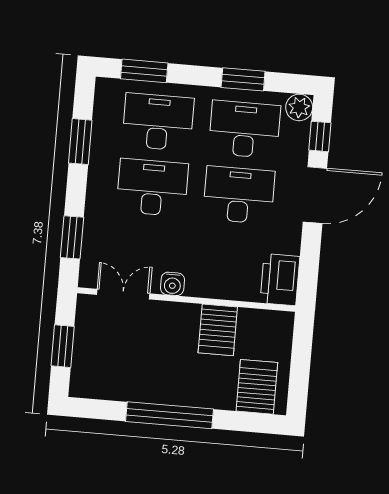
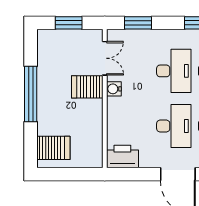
server rack: (218, 330) -> (87, 87), moved

